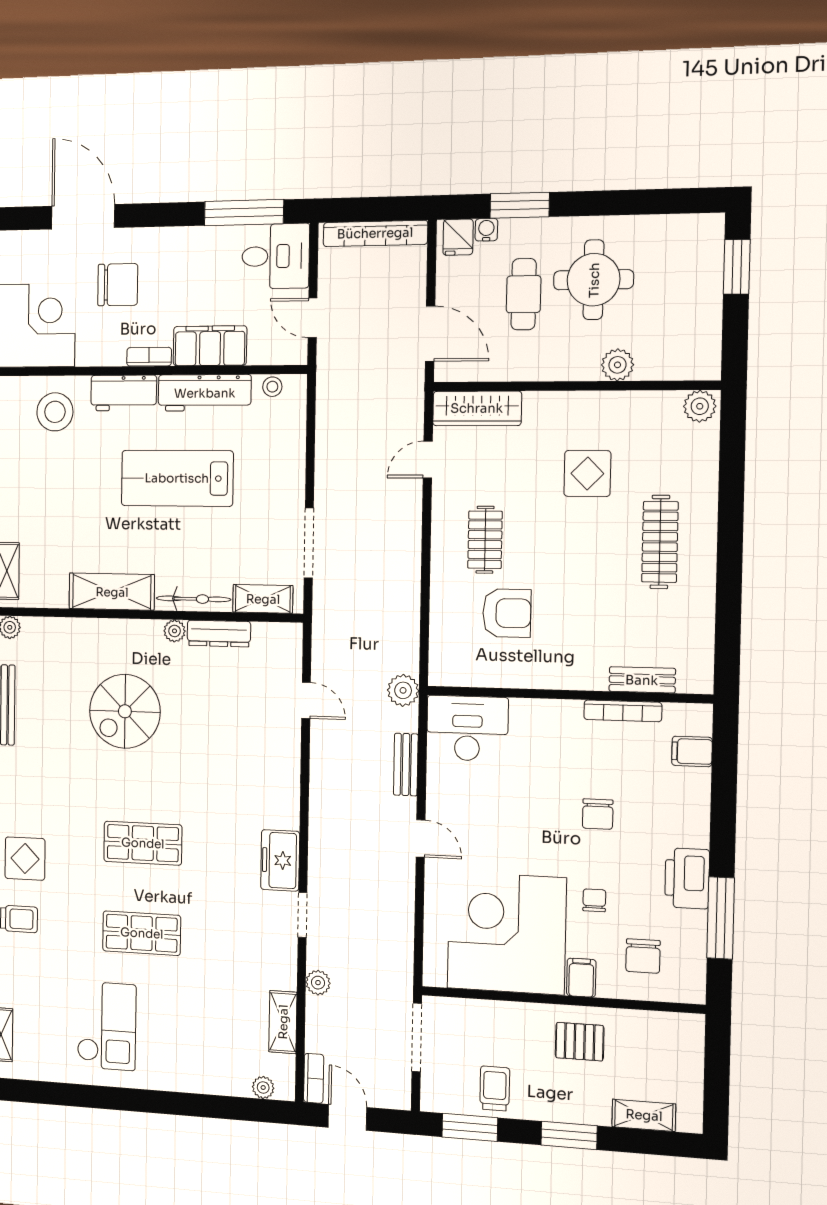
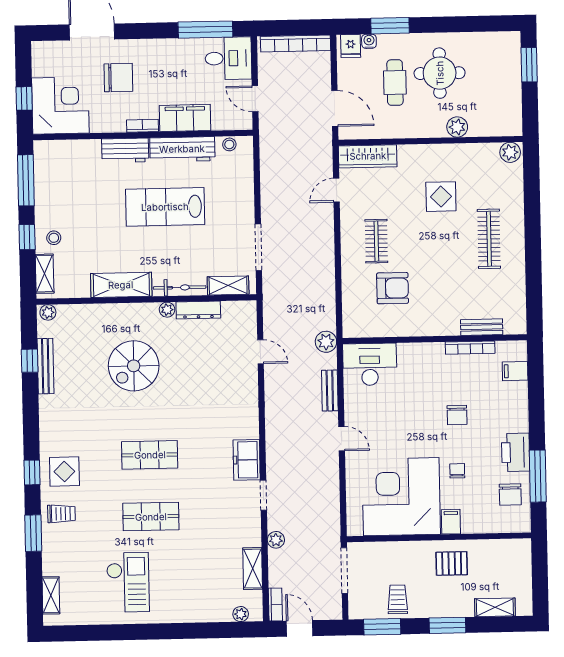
stool: (55, 412) -> (54, 238), moved, width x0.53, depth x0.53
chair: (643, 956) -> (510, 494), moved

